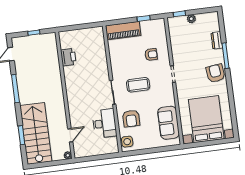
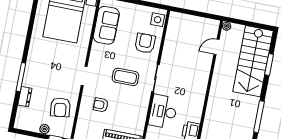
armchair: (215, 73) -> (60, 107), moved
desk: (104, 123) -> (163, 112), moved

